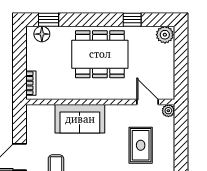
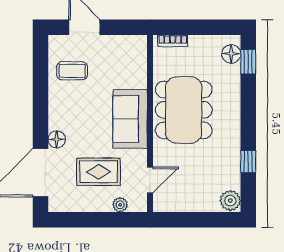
dining table: (100, 54) -> (184, 110), moved
plant: (168, 111) -> (120, 205), moved
sofa: (80, 119) -> (130, 119), moved

